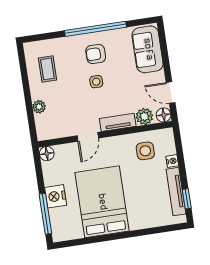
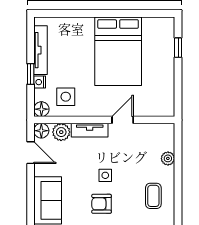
armchair: (96, 54) -> (102, 204), turned 180
floor lamp: (47, 154) -> (41, 109), moved
nightstand: (56, 196) -> (165, 64), removed
window: (187, 199) -> (31, 74), moved
window: (45, 214) -> (178, 48), width x0.46

